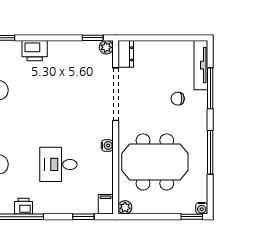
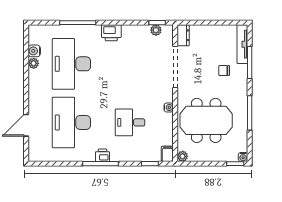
plant: (106, 47) -> (156, 30), moved

